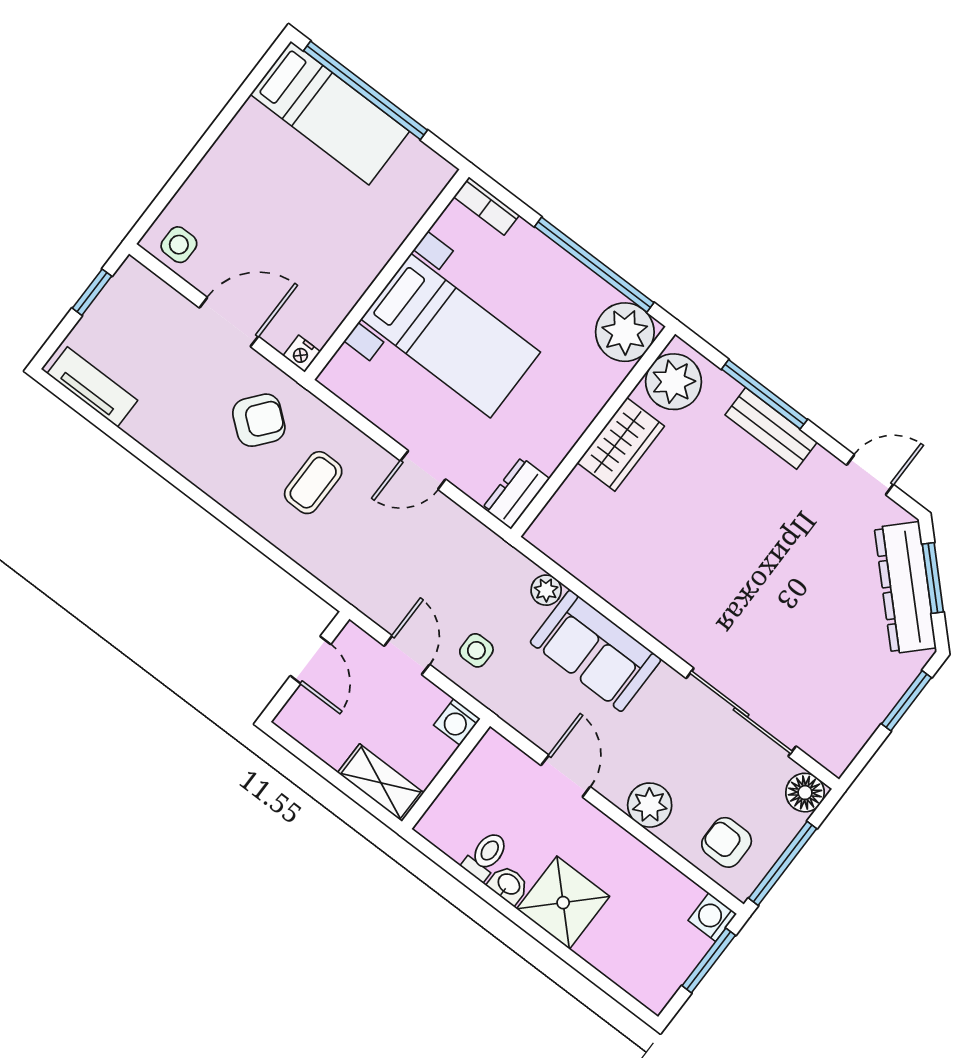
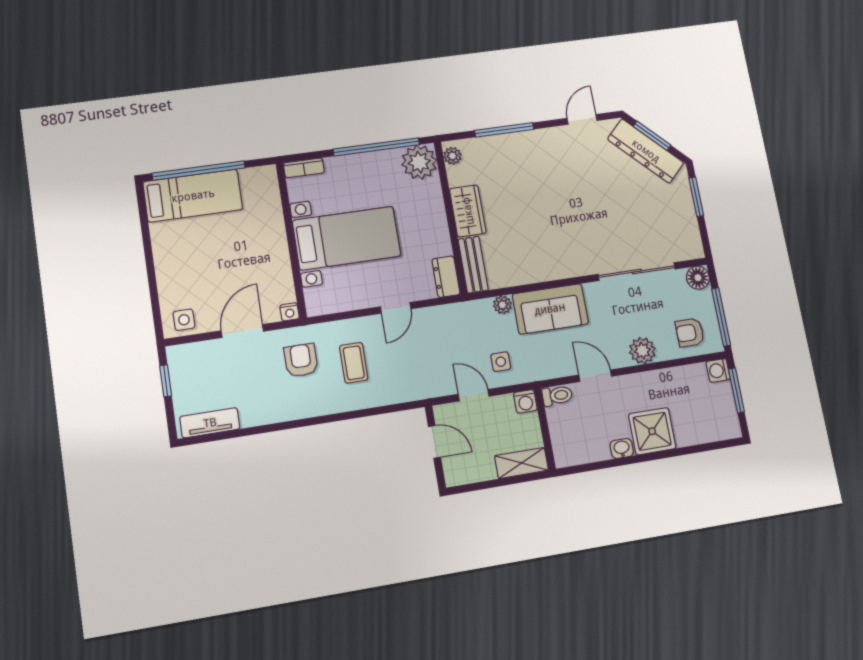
plant: (674, 382) -> (452, 156), width x0.53, depth x0.53
armchair: (259, 420) -> (301, 360), turned -39
bench: (771, 428) -> (473, 265), moved, turned 90
toilet: (486, 856) -> (557, 396), moved, turned 90

